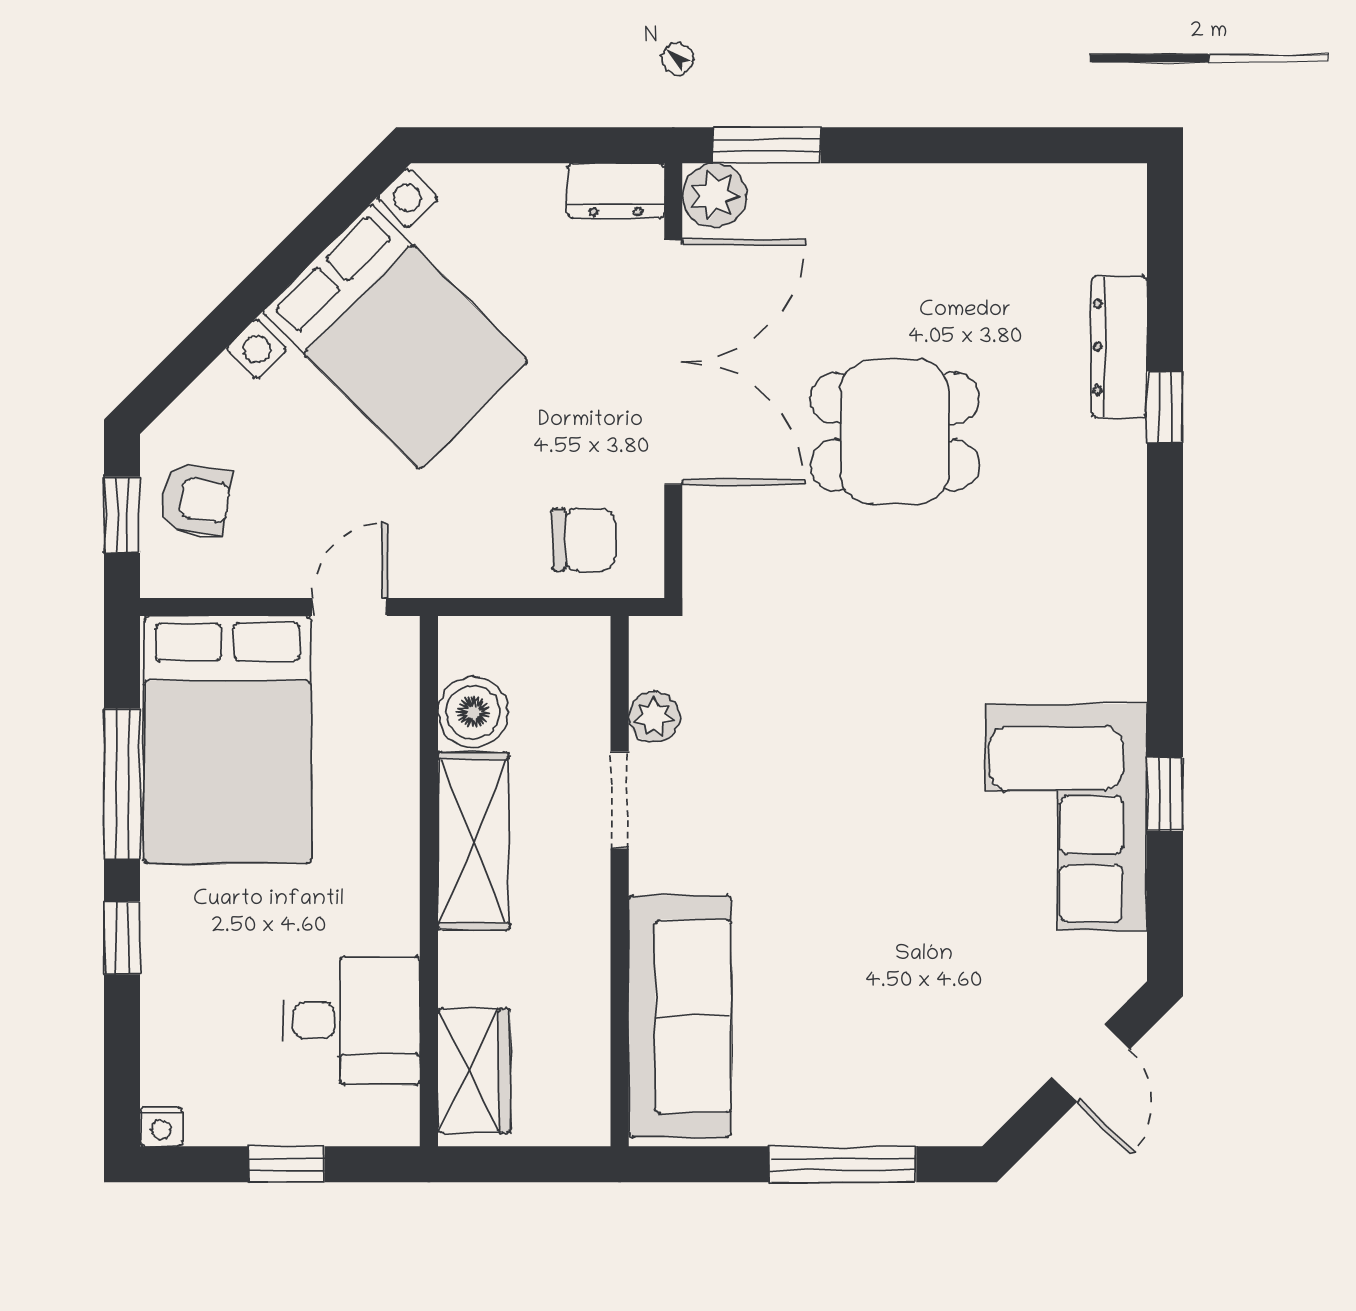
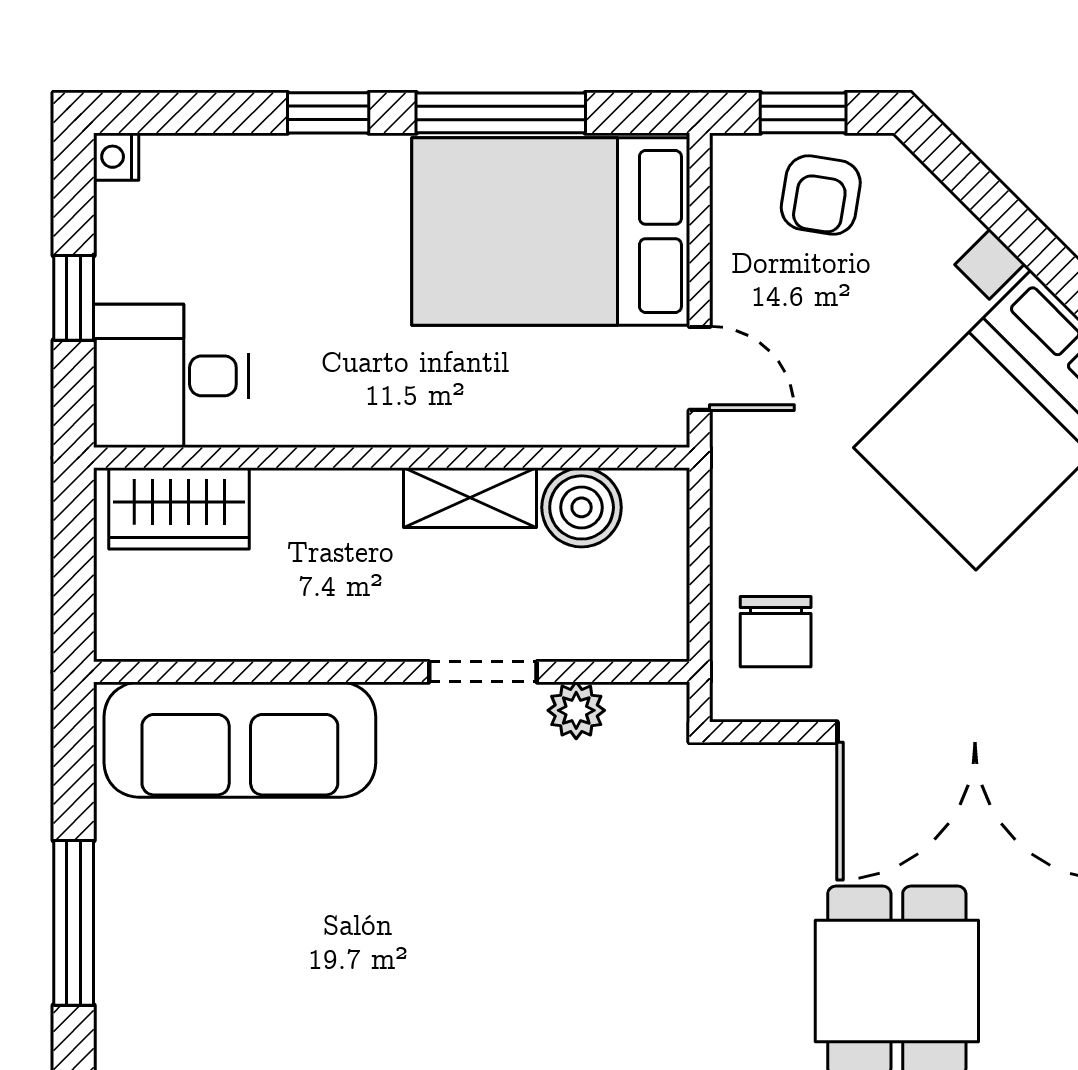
shelving: (473, 841) -> (470, 498), width x0.67, depth x0.75
desk: (351, 1020) -> (171, 376), moved, turned 90

